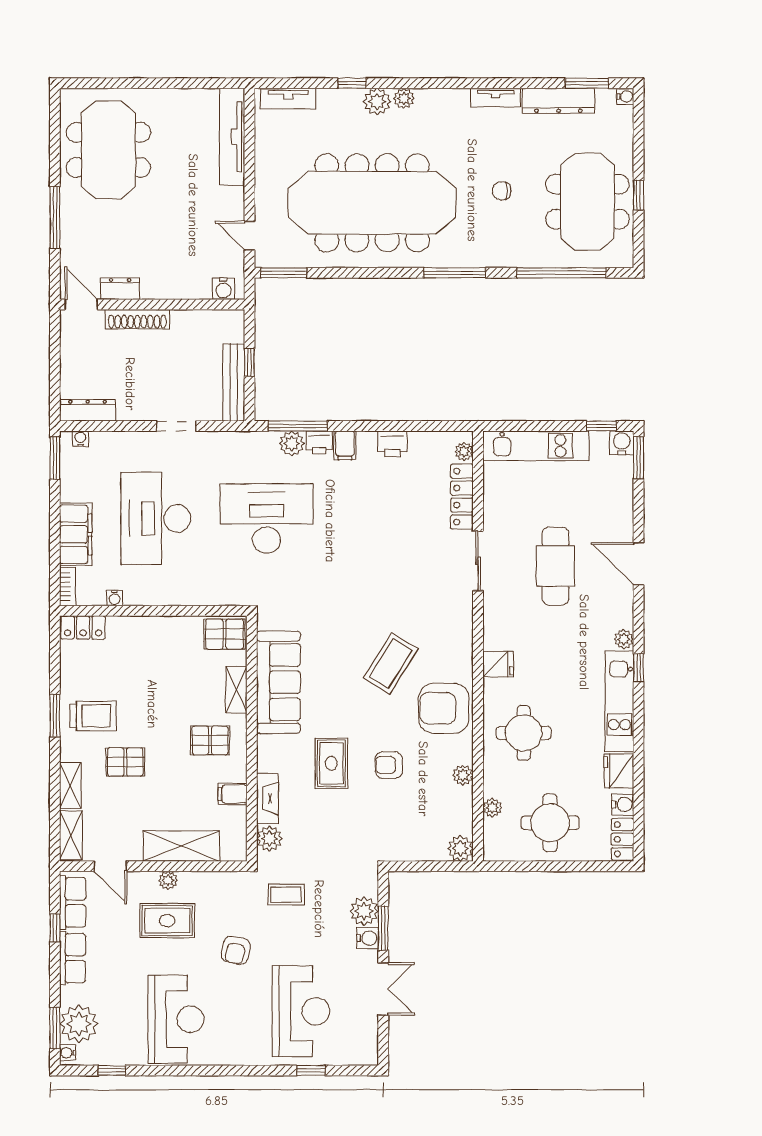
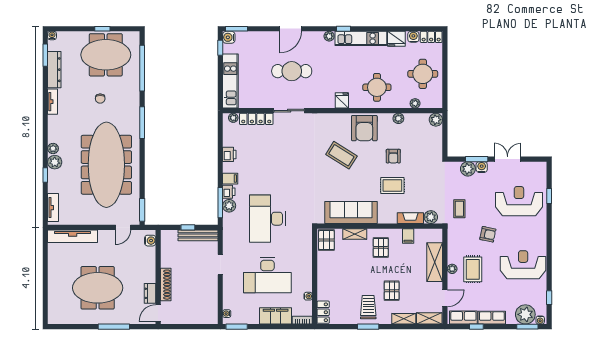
meeting table: (108, 150) -> (98, 288), moved
dresser: (88, 410) -> (212, 310), removed

